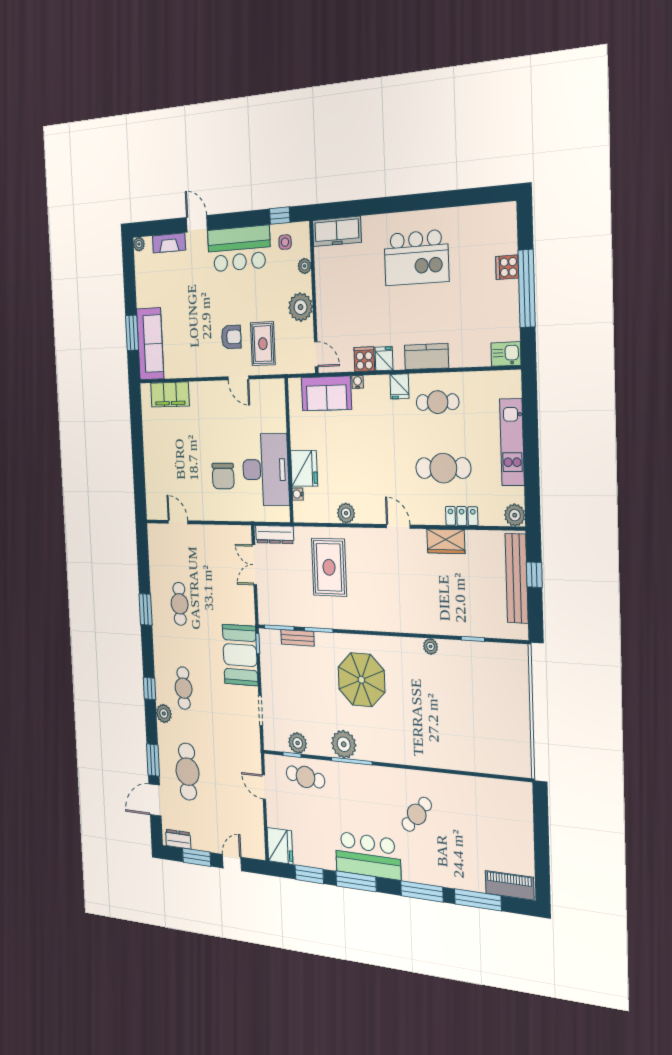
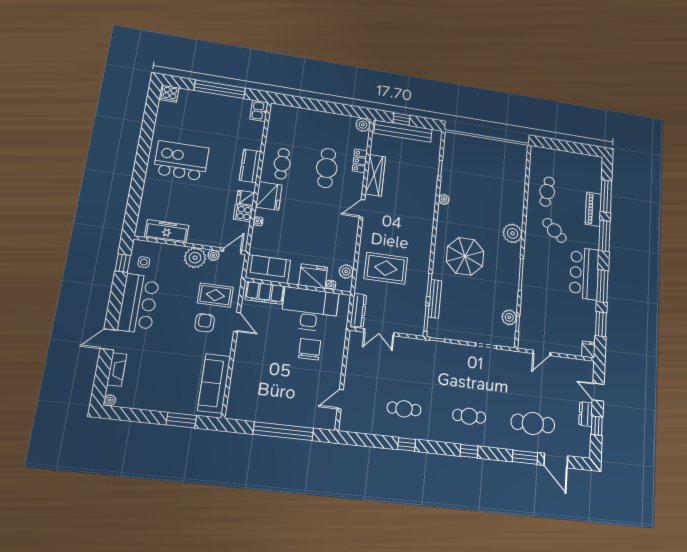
freezer: (337, 231) -> (167, 231), moved, turned -90
kitchen island: (416, 258) -> (181, 161), turned -90
plant: (305, 266) -> (213, 255), moved
cooker: (507, 267) -> (170, 94), moved
sofa: (150, 344) -> (214, 383), moved, turned -90
door: (238, 378) -> (237, 322), hinge flipped
fridge: (399, 386) -> (269, 196), width x1.88, depth x1.34
sofa: (326, 393) -> (268, 269), moved, turned -90
filing cabinet: (170, 395) -> (265, 293), moved, turned 90
kitchen unit: (512, 442) -> (316, 118), removed
window: (138, 457) -> (283, 431), added
chair: (223, 476) -> (310, 349), turned -90
plant: (346, 513) -> (346, 271), moved
wardrobe: (446, 541) -> (375, 175), width x1.50
window: (146, 609) -> (407, 444), width x0.67
bench: (297, 638) -> (435, 299), width x1.36
booth: (240, 655) -> (445, 357), removed
plant: (164, 714) -> (489, 440), removed
plant: (344, 744) -> (512, 233), moved
cafe table: (305, 777) -> (547, 192), moved
dresser: (178, 839) -> (586, 414), moved
fridge: (280, 846) -> (588, 349), width x0.53, depth x0.75
window: (197, 857) -> (597, 426), width x0.67
piano: (509, 885) -> (593, 209), moved

